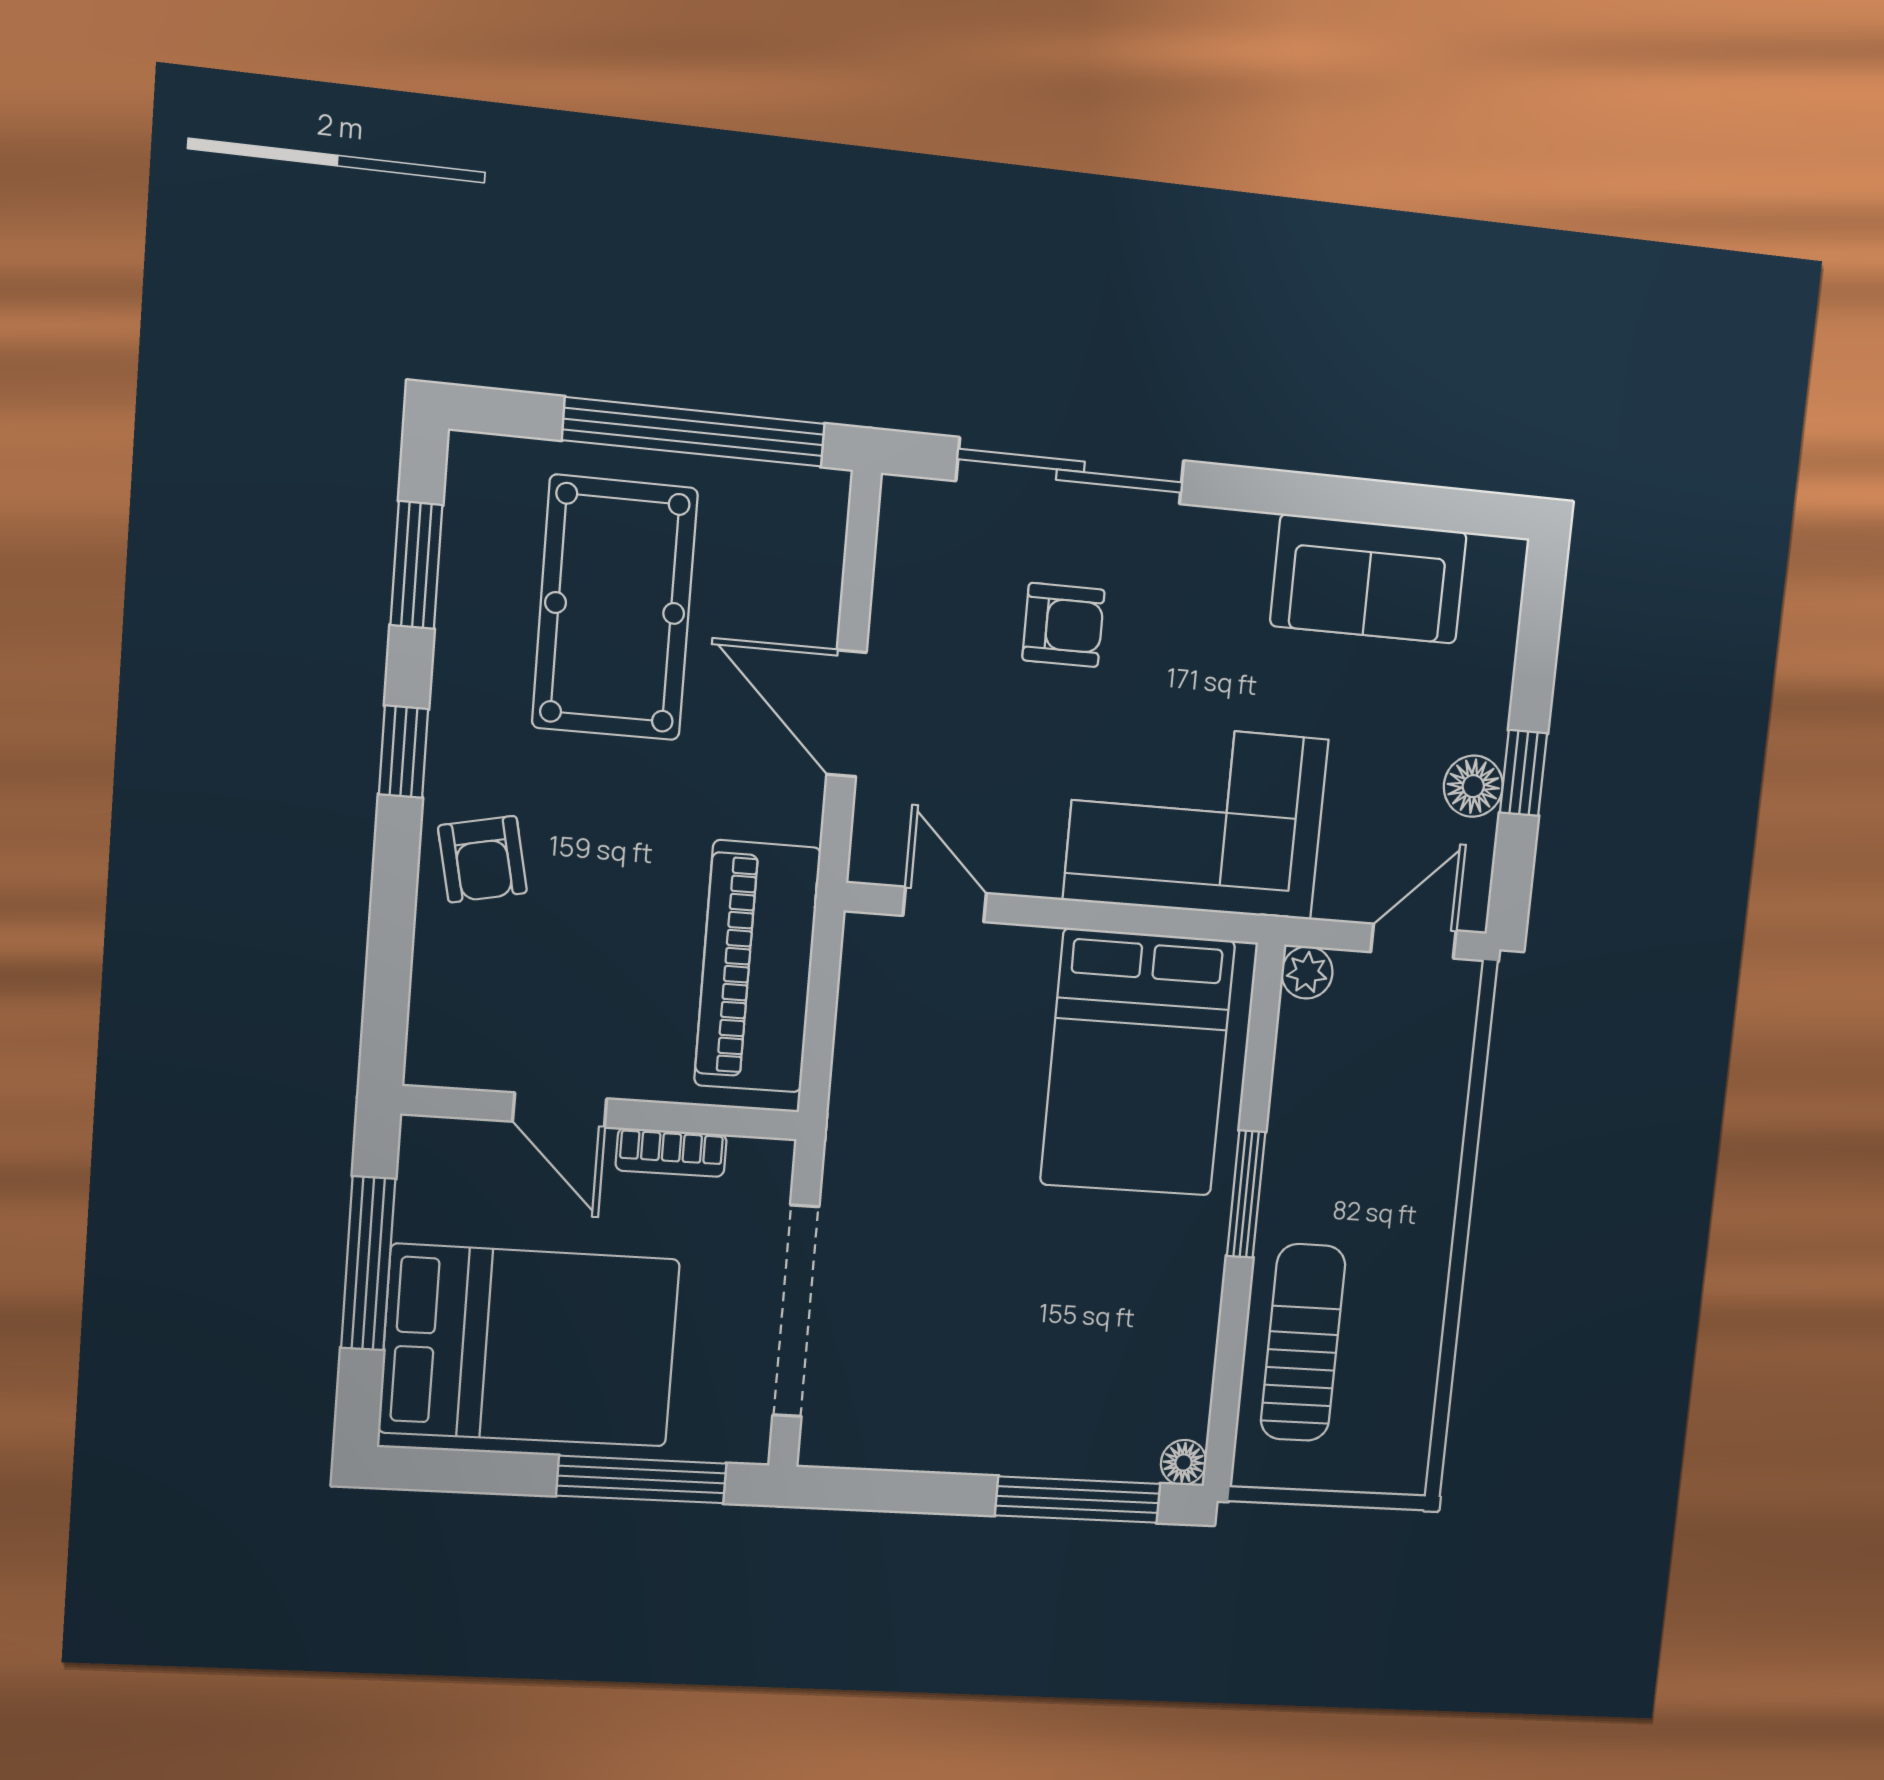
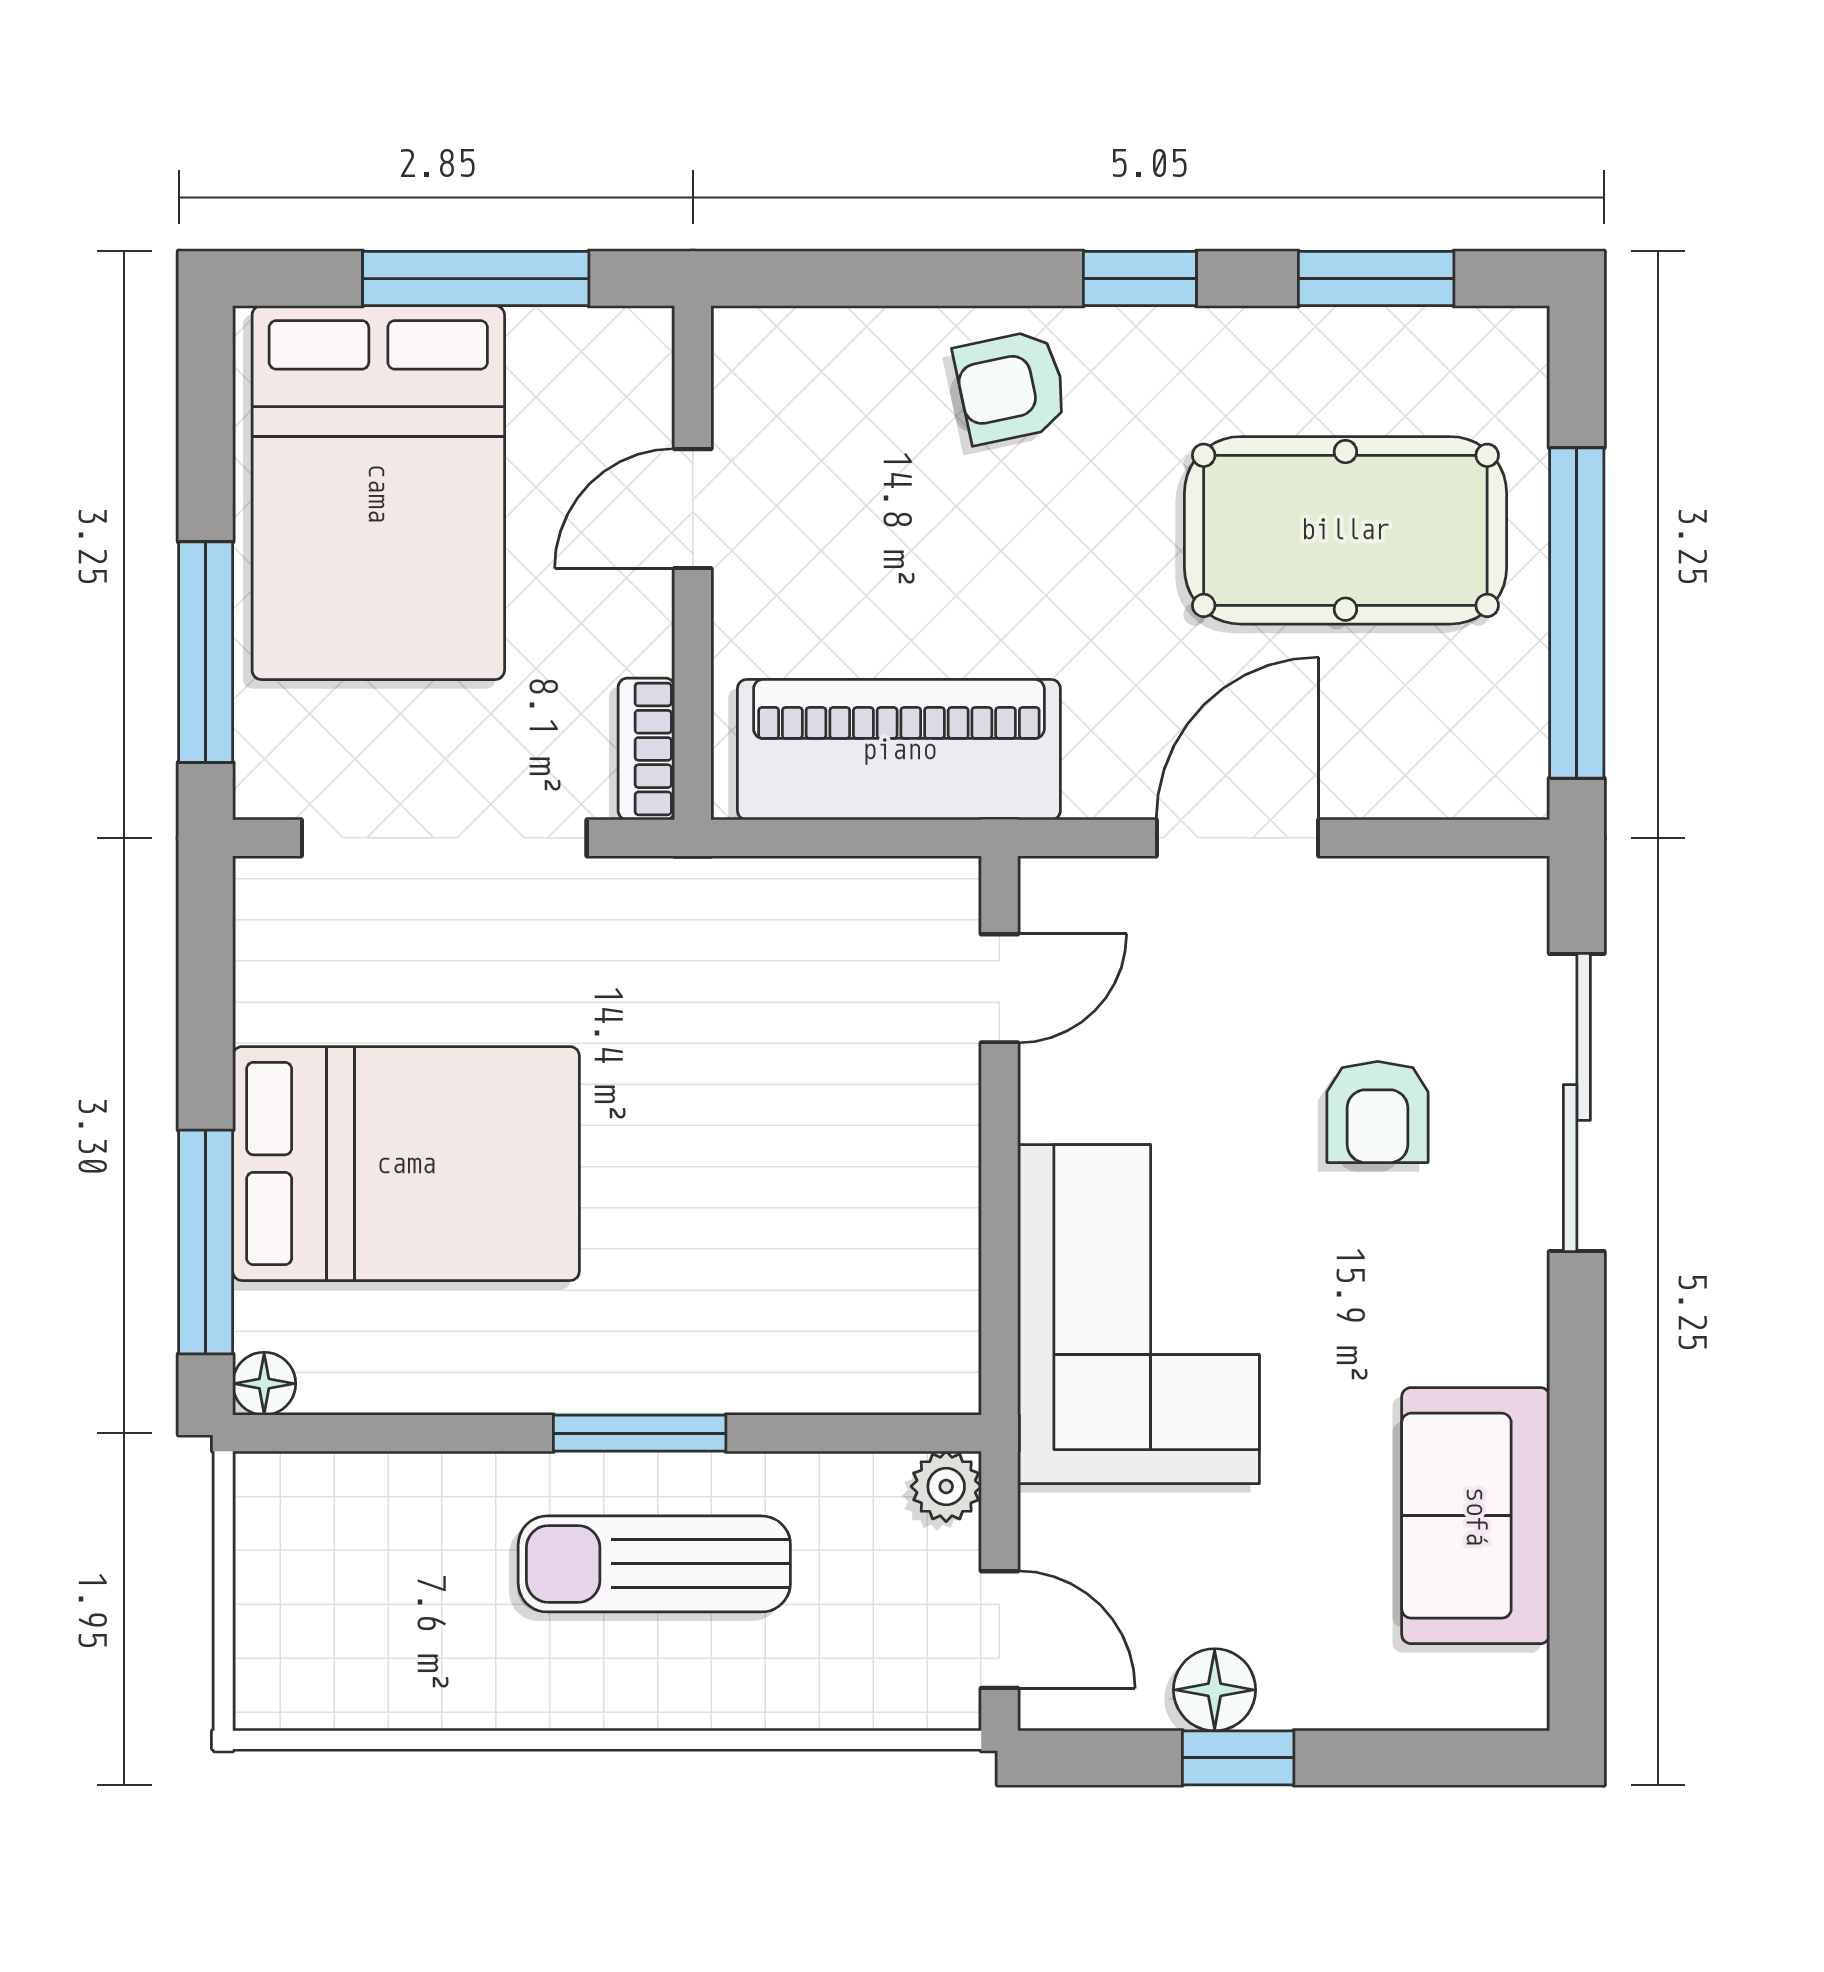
bed: (1138, 1063) -> (406, 1164), moved, turned 180
bookcase: (671, 1152) -> (646, 749), moved
sun lounger: (1303, 1343) -> (654, 1564), moved, turned 180

